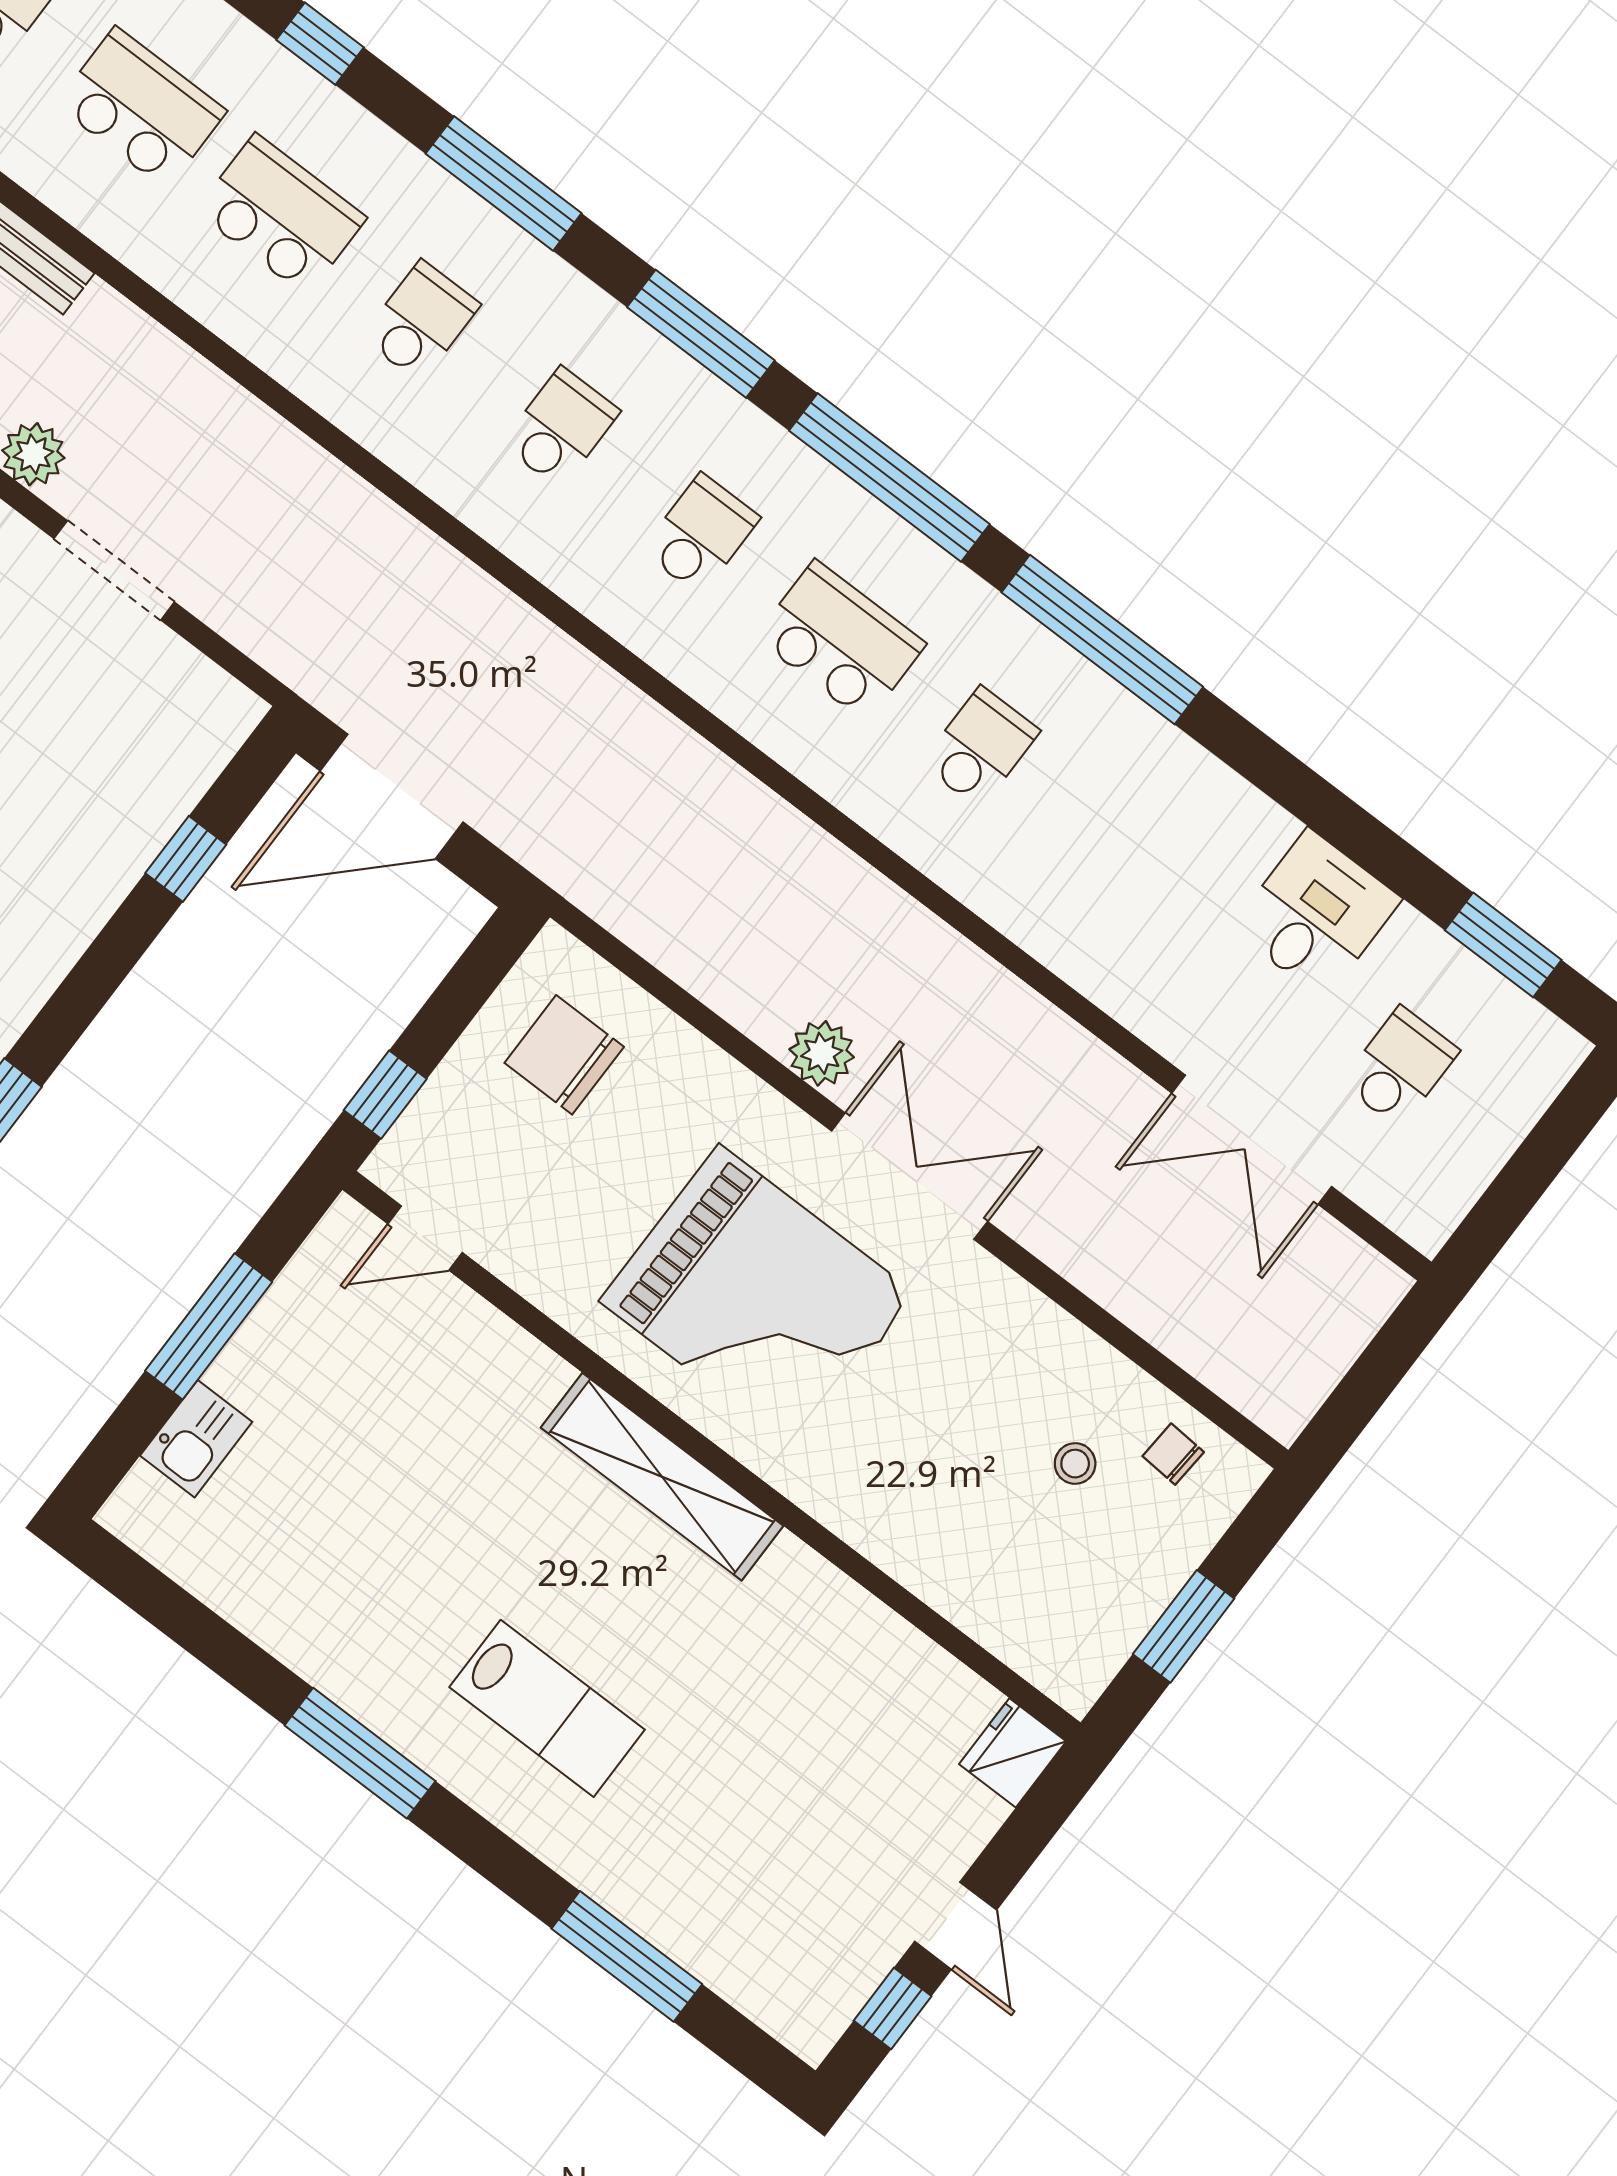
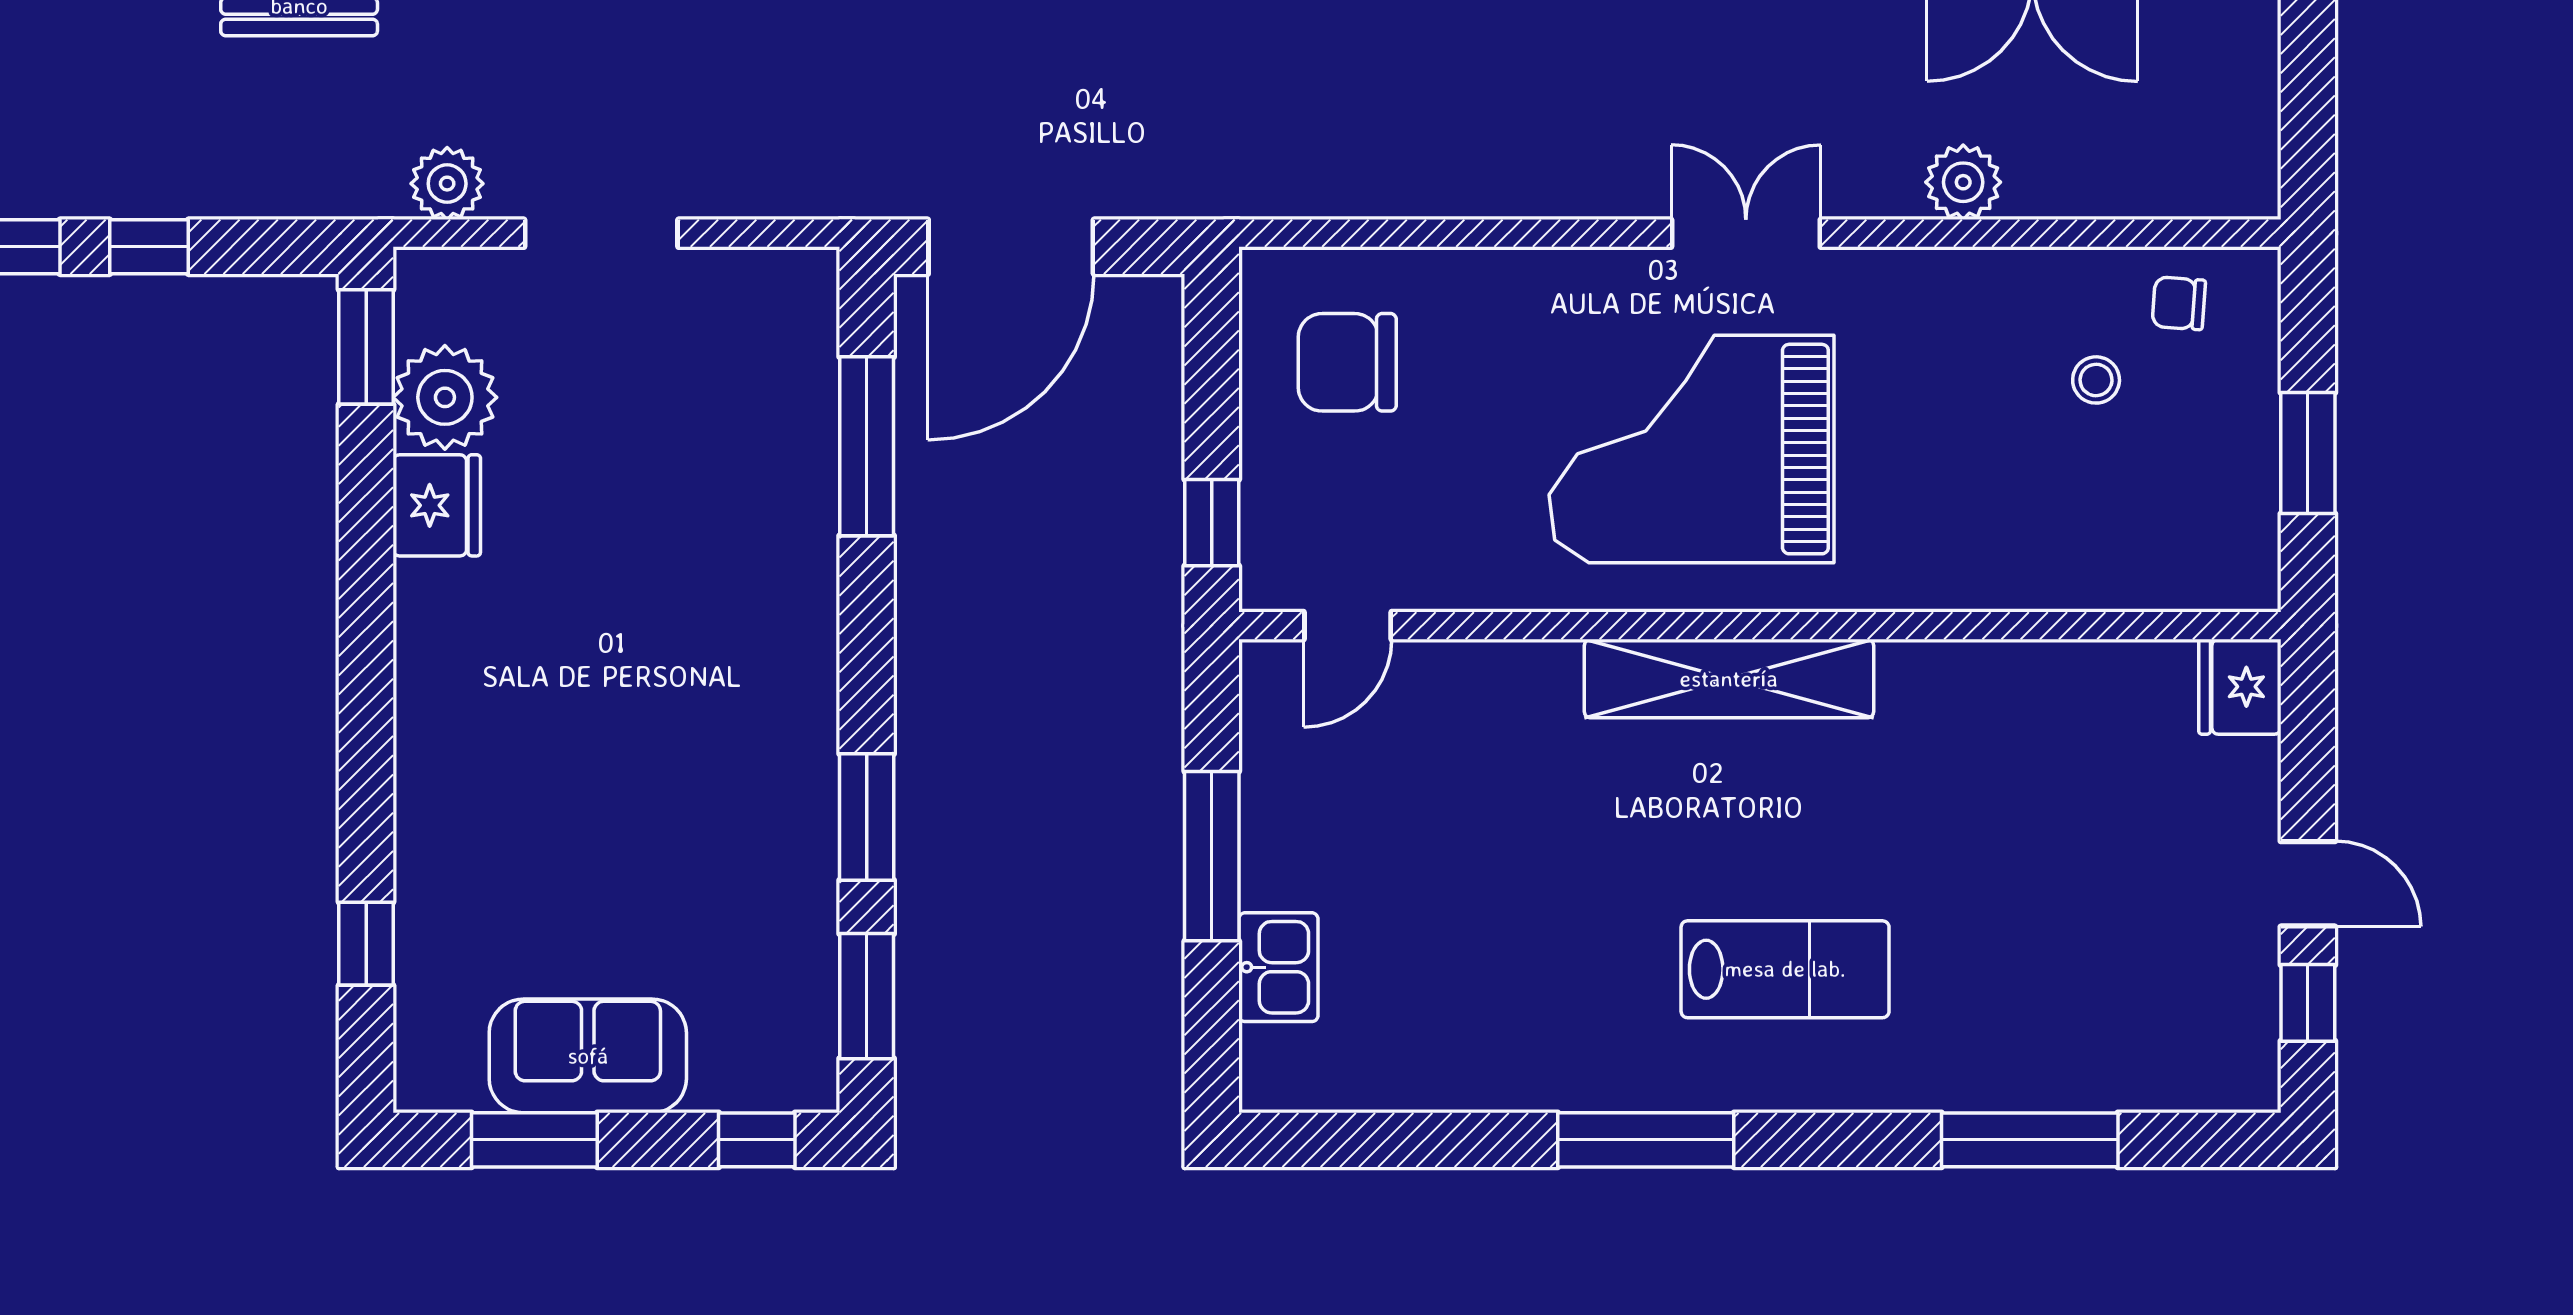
window: (186, 859) -> (867, 446), width x2.17
plant: (822, 1053) -> (1963, 182), moved
double door: (910, 1176) -> (1746, 233), width x0.73
grand piano: (757, 1297) -> (1692, 449), turned 180

